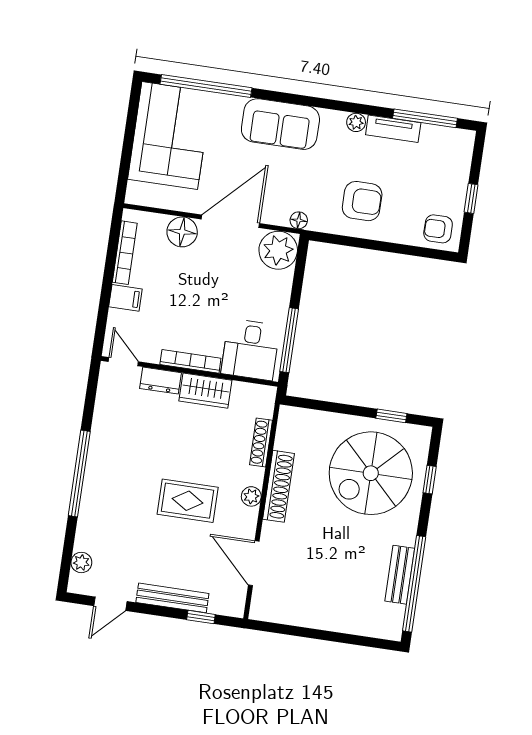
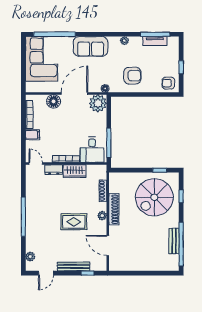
tv unit: (393, 129) -> (155, 41), moved

